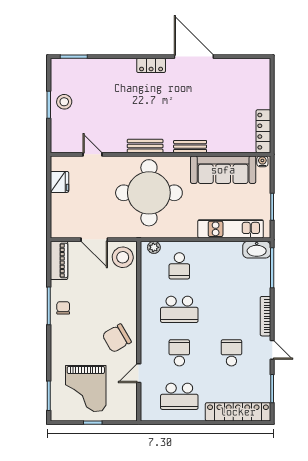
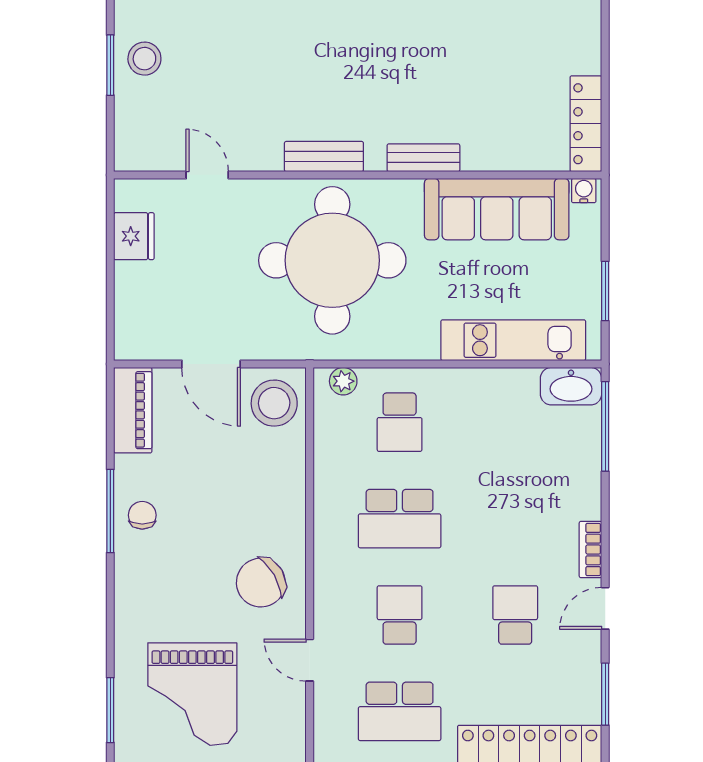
bookcase: (265, 316) -> (590, 549), width x0.64
door: (272, 350) -> (605, 608), swing flipped
door: (139, 373) -> (310, 660), hinge flipped

